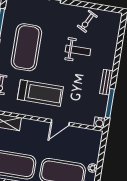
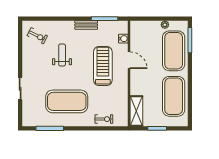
exercise bike: (87, 21) -> (37, 36), moved
treadmill: (40, 93) -> (103, 66), moved
water cooler: (99, 122) -> (123, 39), moved

